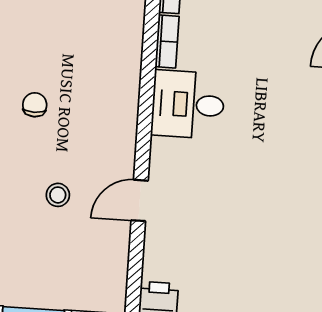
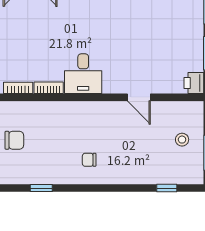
stool: (58, 195) -> (182, 140), moved

